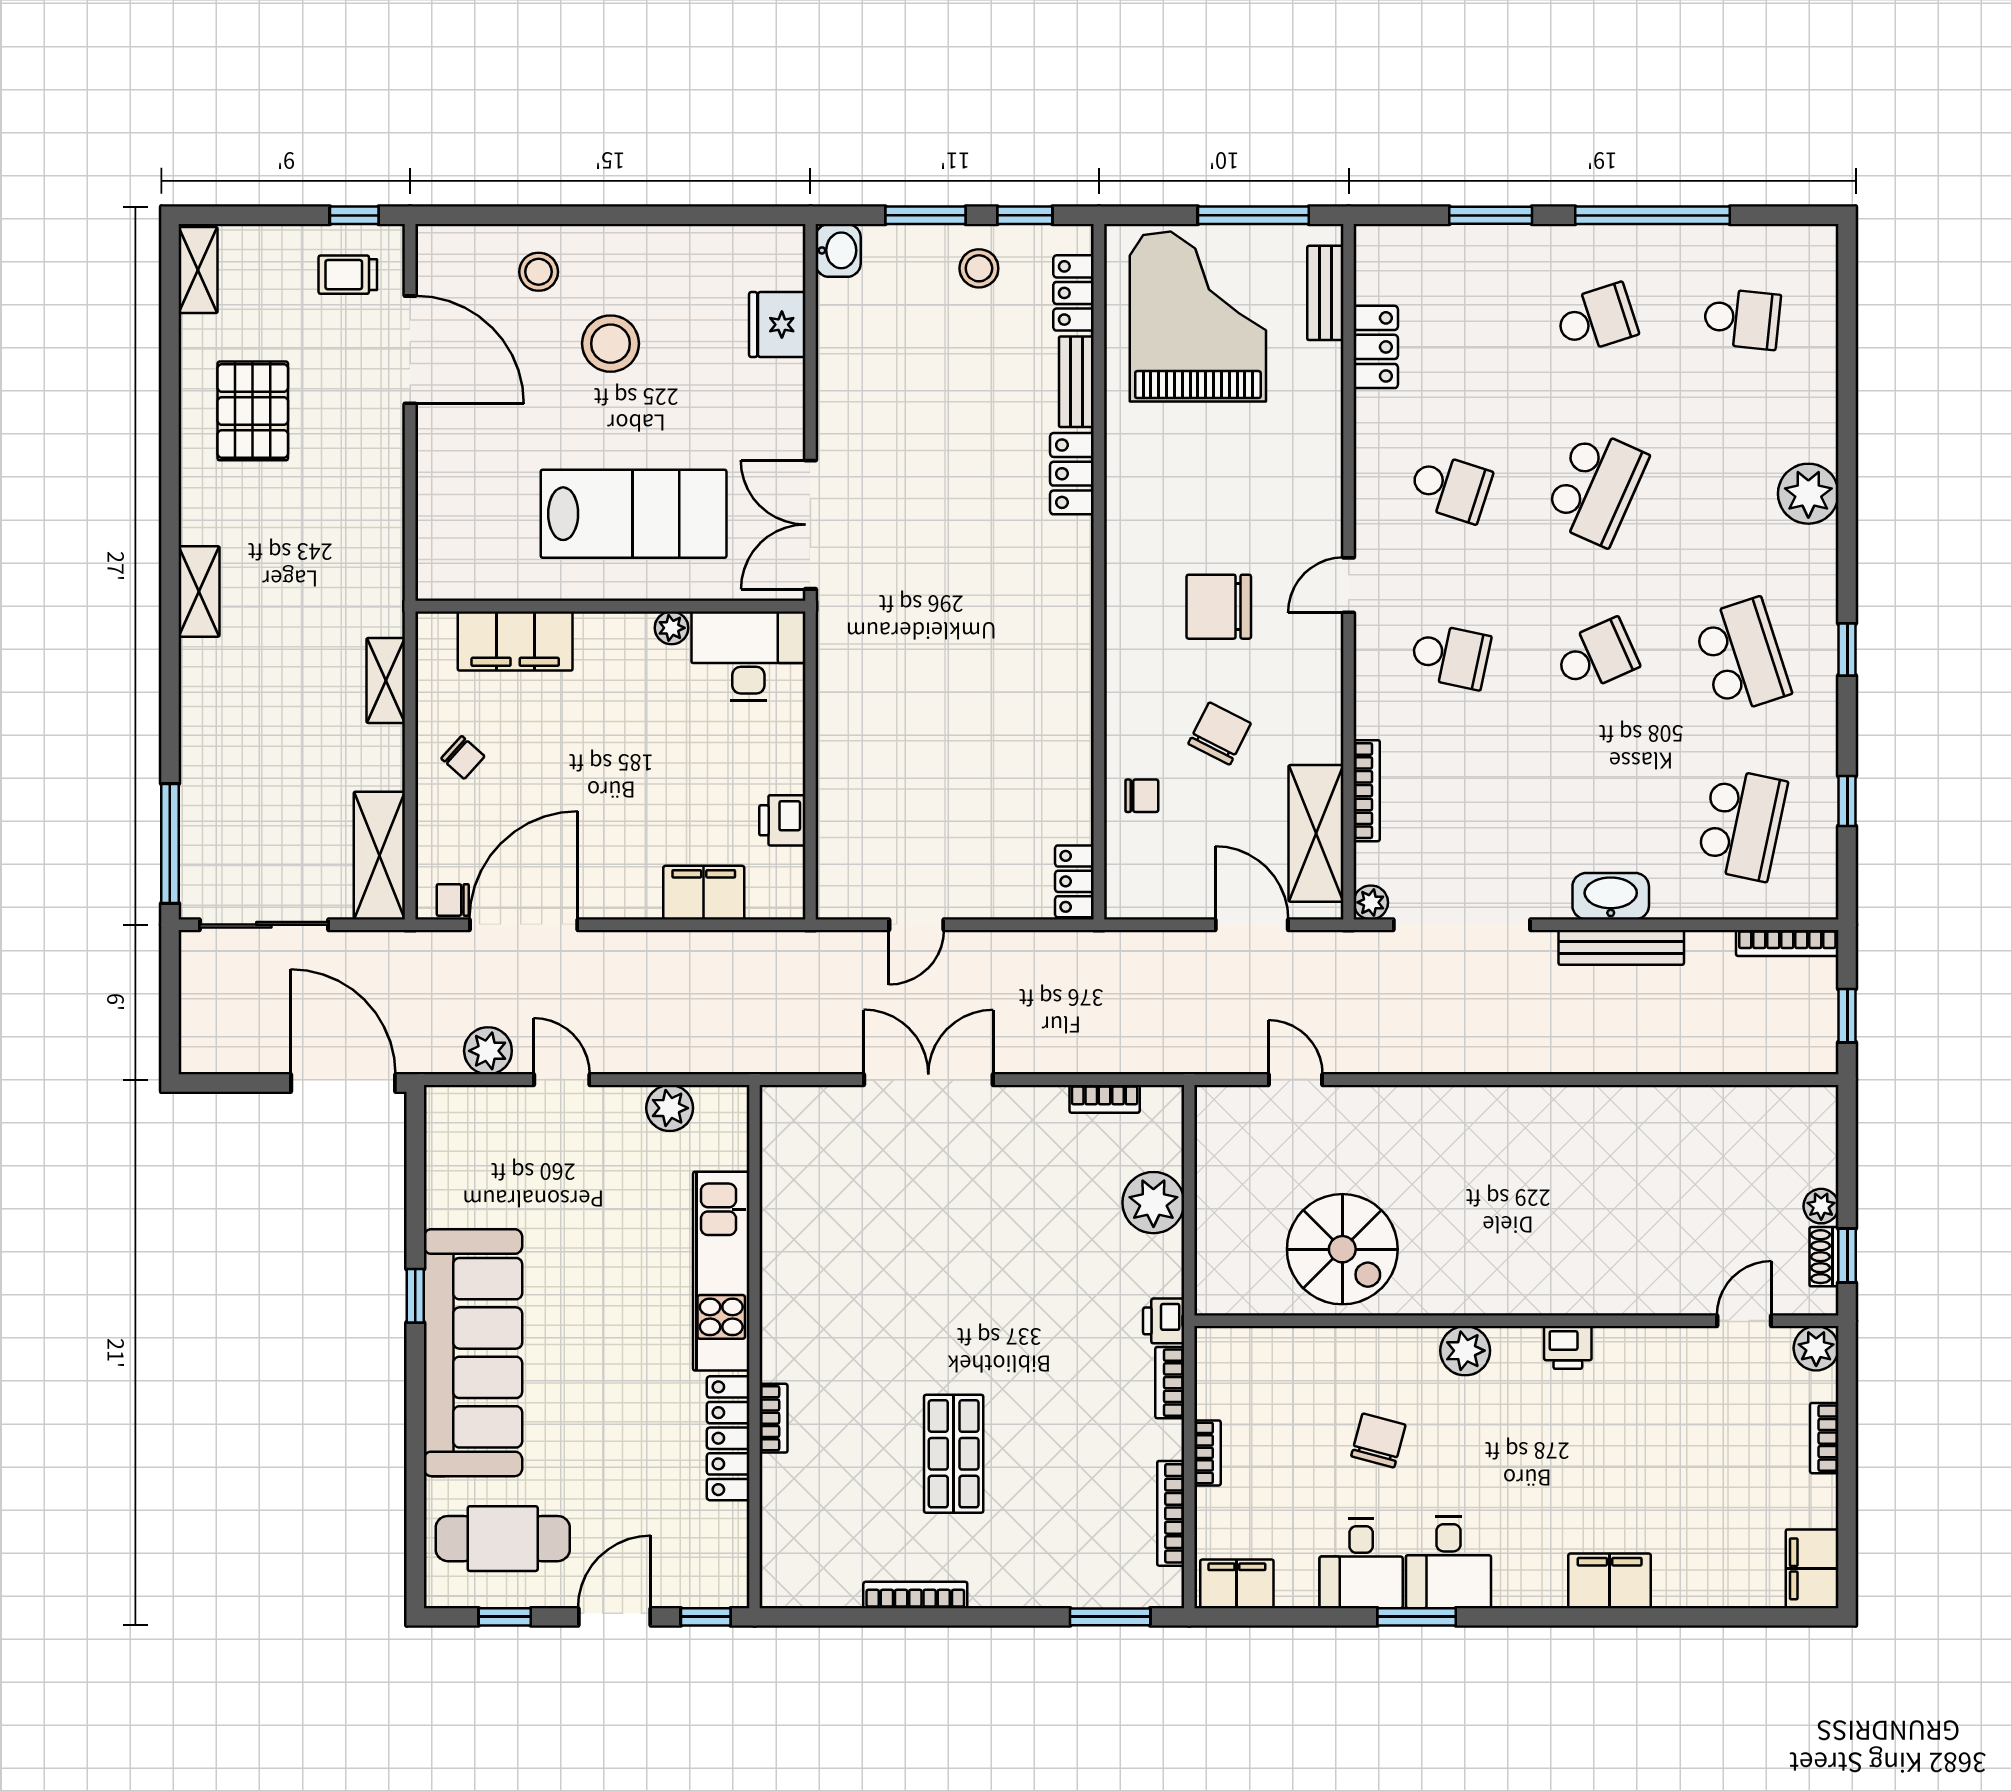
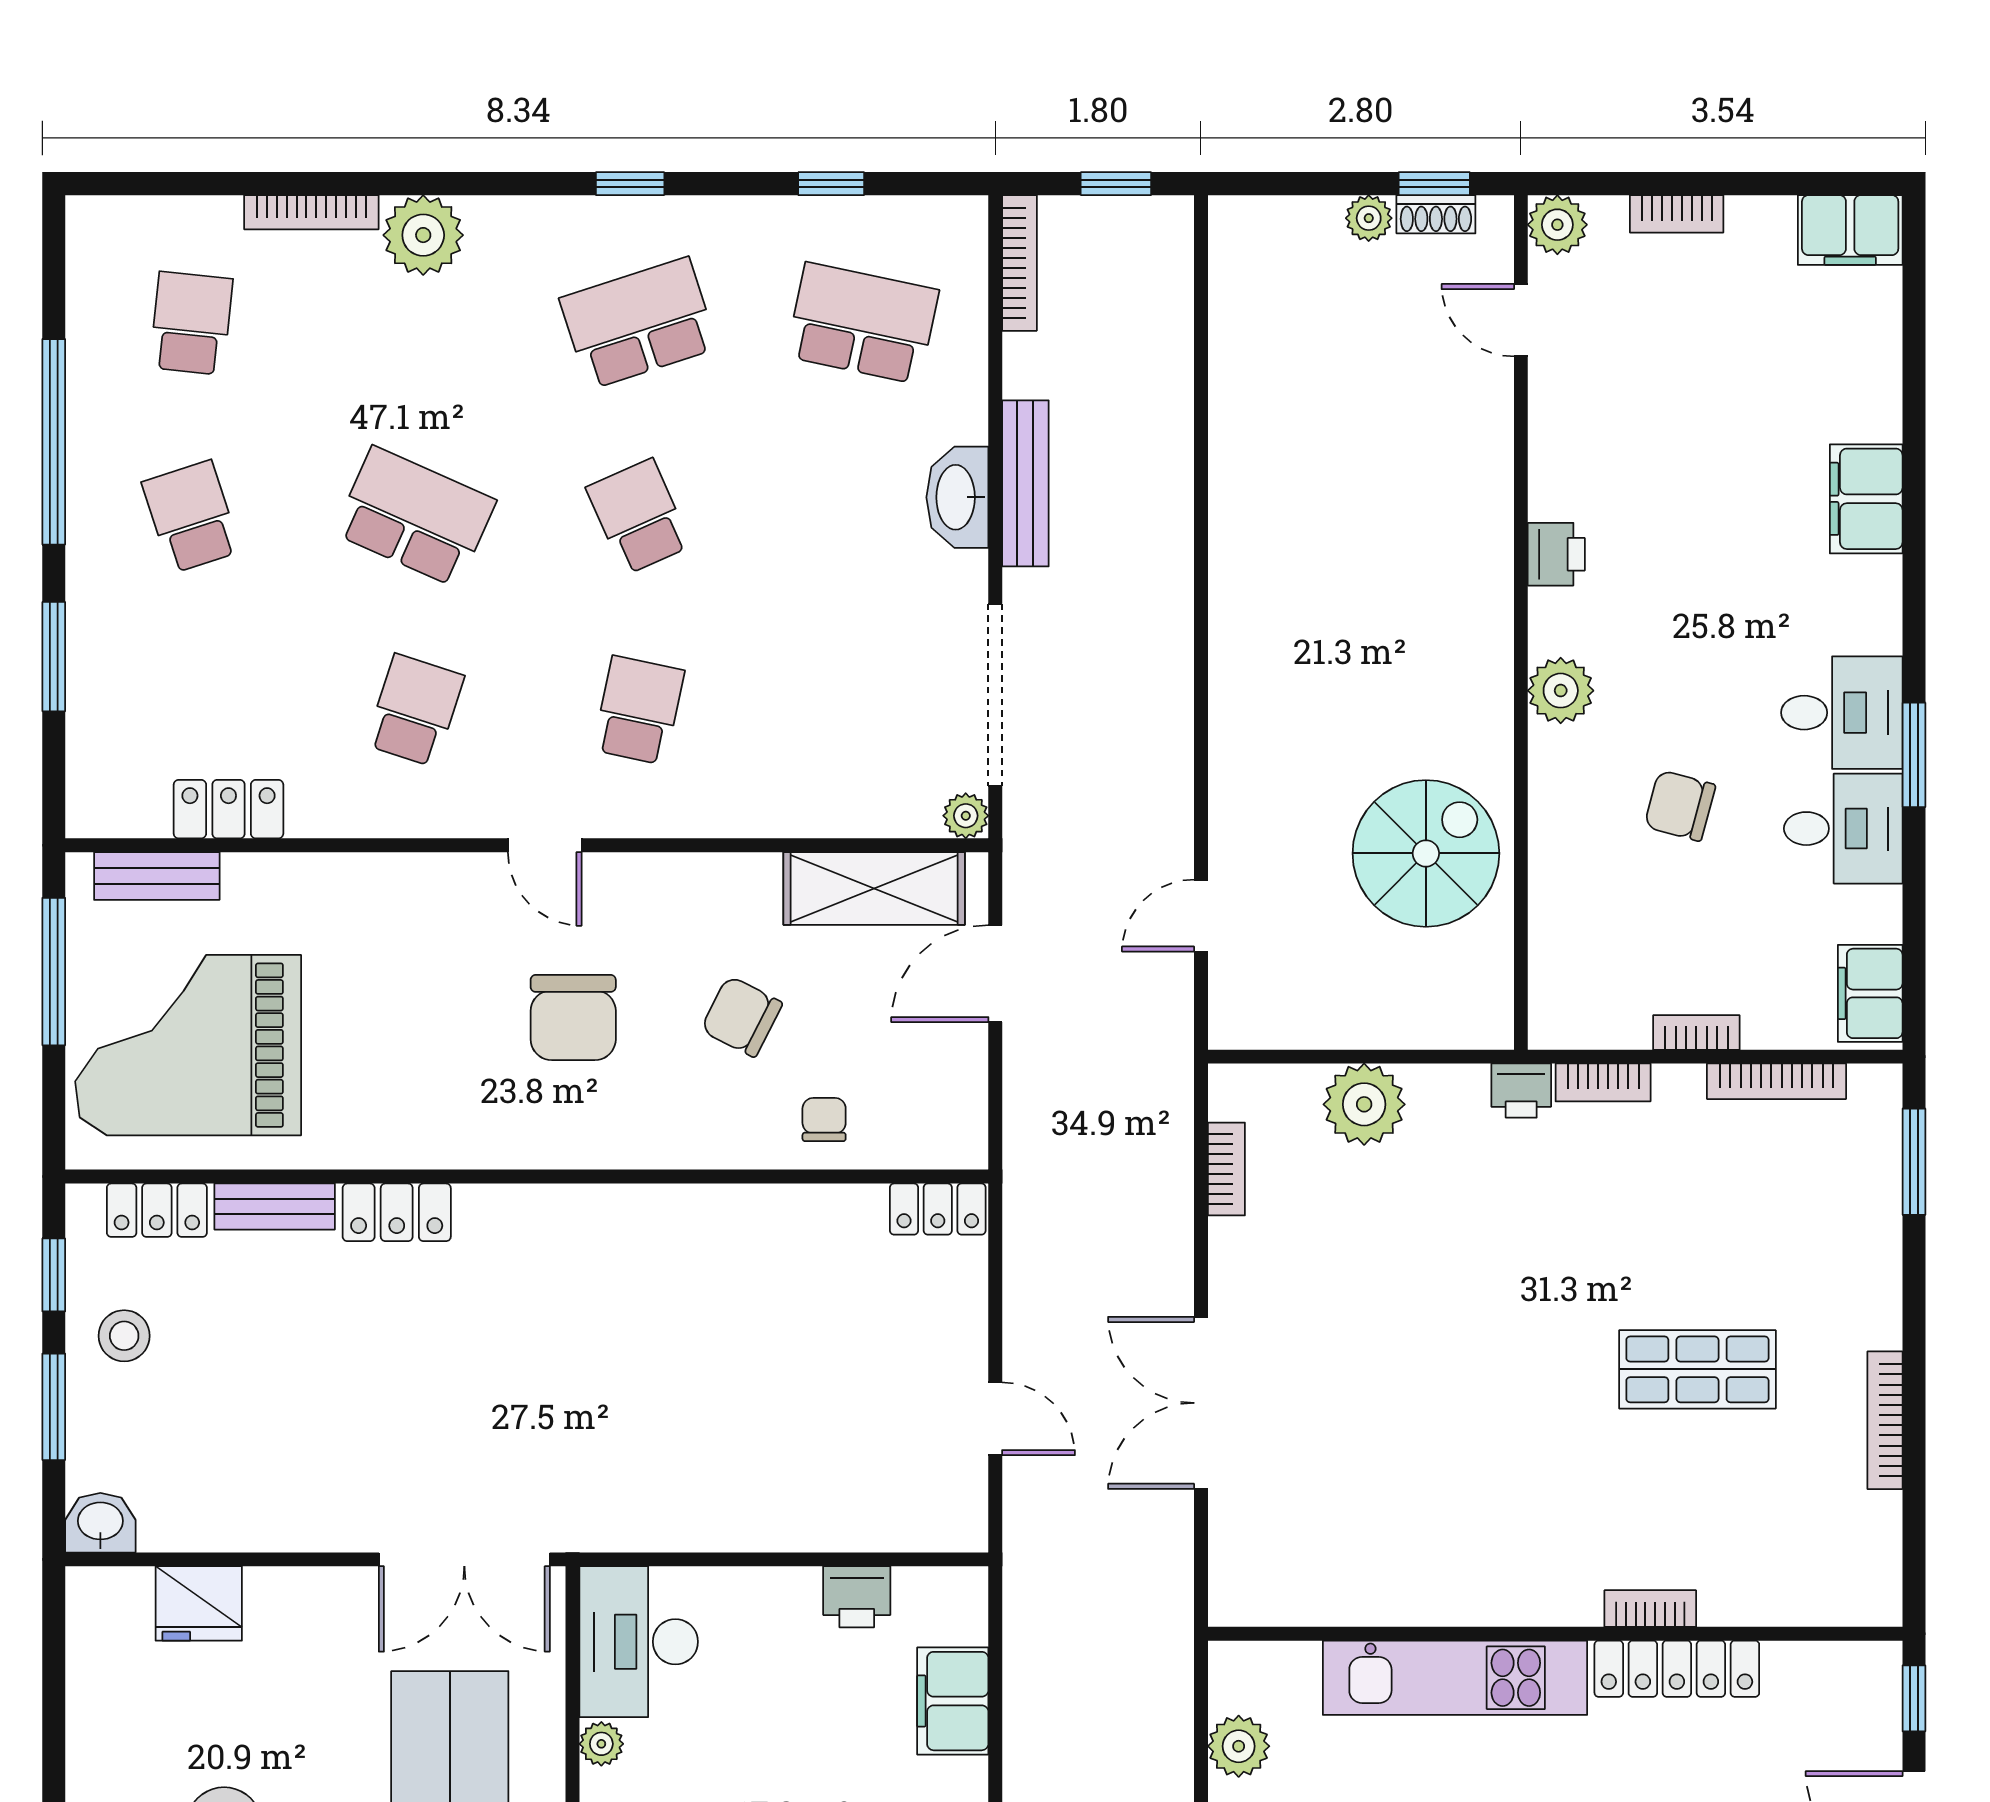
bookcase: (1367, 791) -> (311, 212), moved, turned 180

